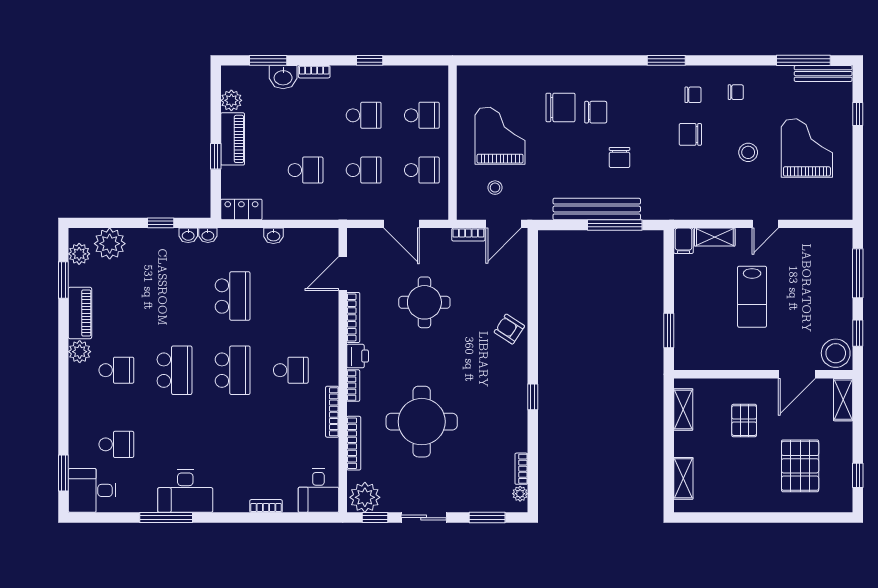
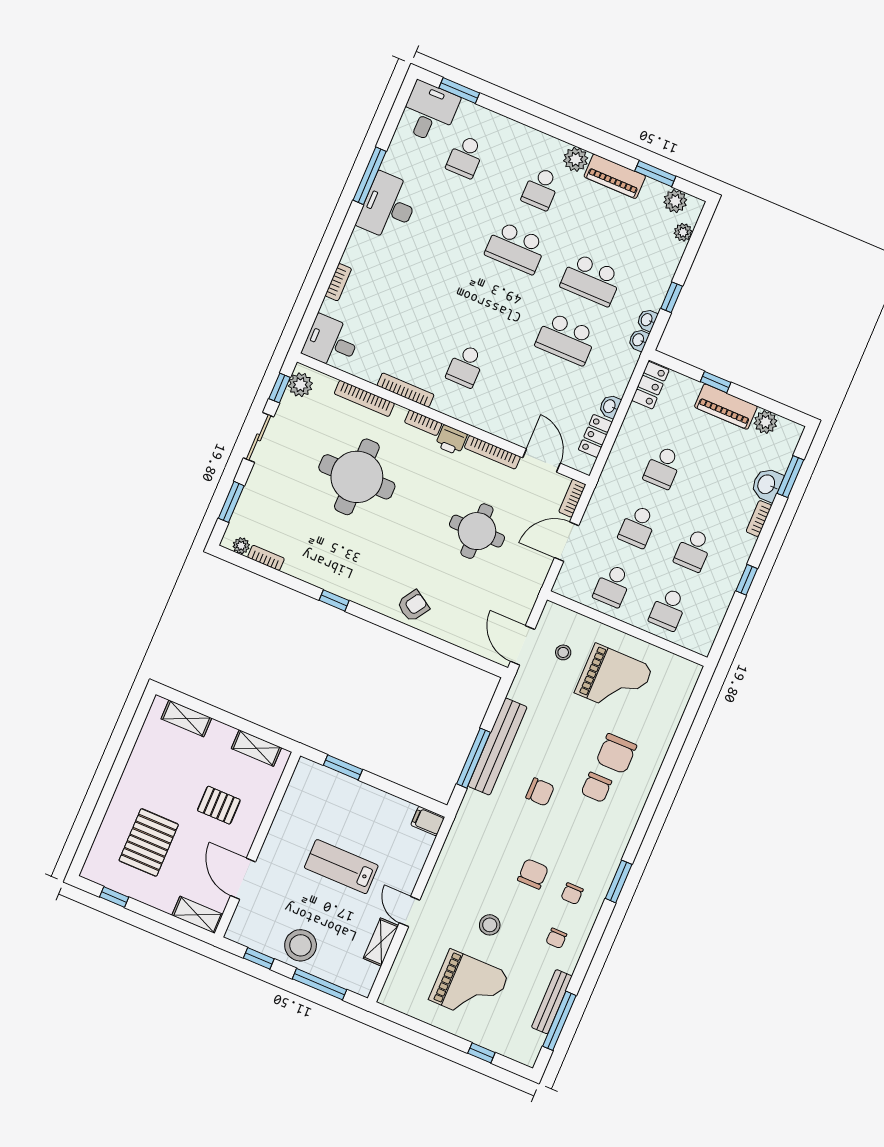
bench: (823, 74) -> (552, 1002), moved
chair: (620, 157) -> (540, 792), turned 180
bookcase: (468, 235) -> (572, 498), moved
locker: (303, 237) -> (595, 436), added
shelving: (715, 237) -> (381, 942), moved
plant: (110, 244) -> (683, 232), width x0.53, depth x0.53
stool: (836, 353) -> (301, 945), moved
school desk: (233, 370) -> (591, 280), moved
pallet: (800, 466) -> (149, 842), turned 90
plant: (365, 497) -> (300, 385), width x0.73, depth x0.73

